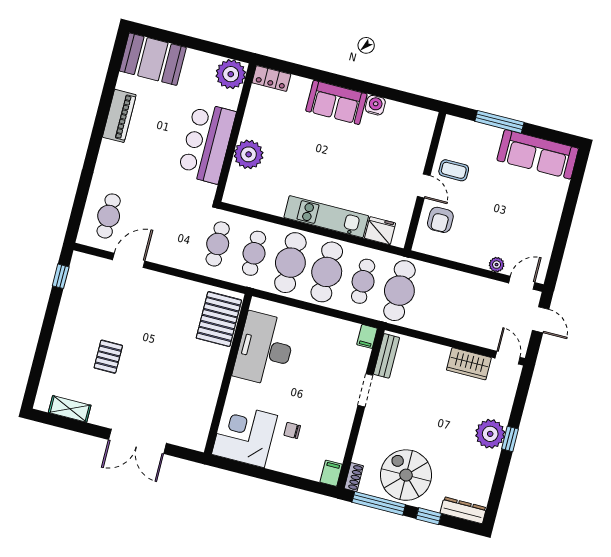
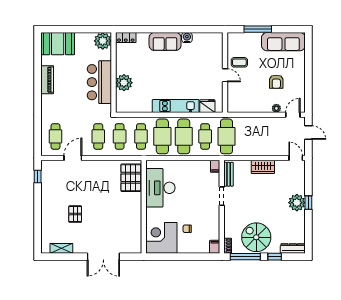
armchair: (440, 220) -> (276, 82), moved
cafe table: (181, 235) -> (98, 136), added
wardrobe: (469, 364) -> (263, 167), moved

